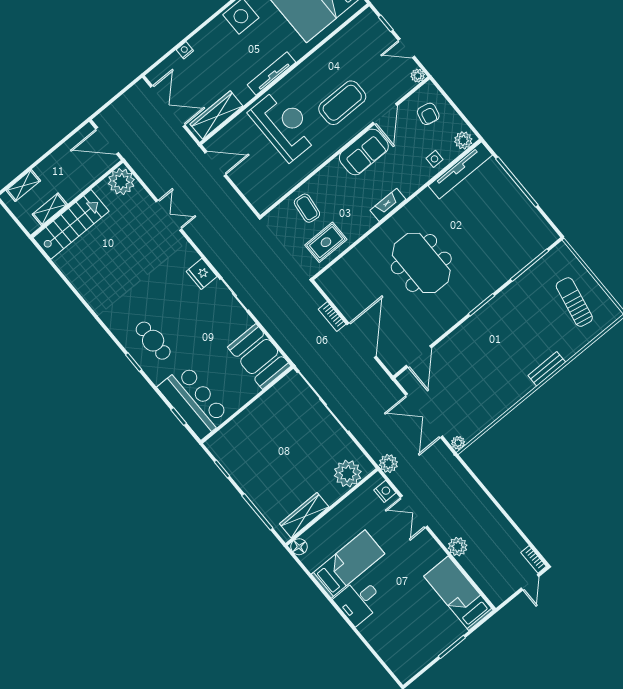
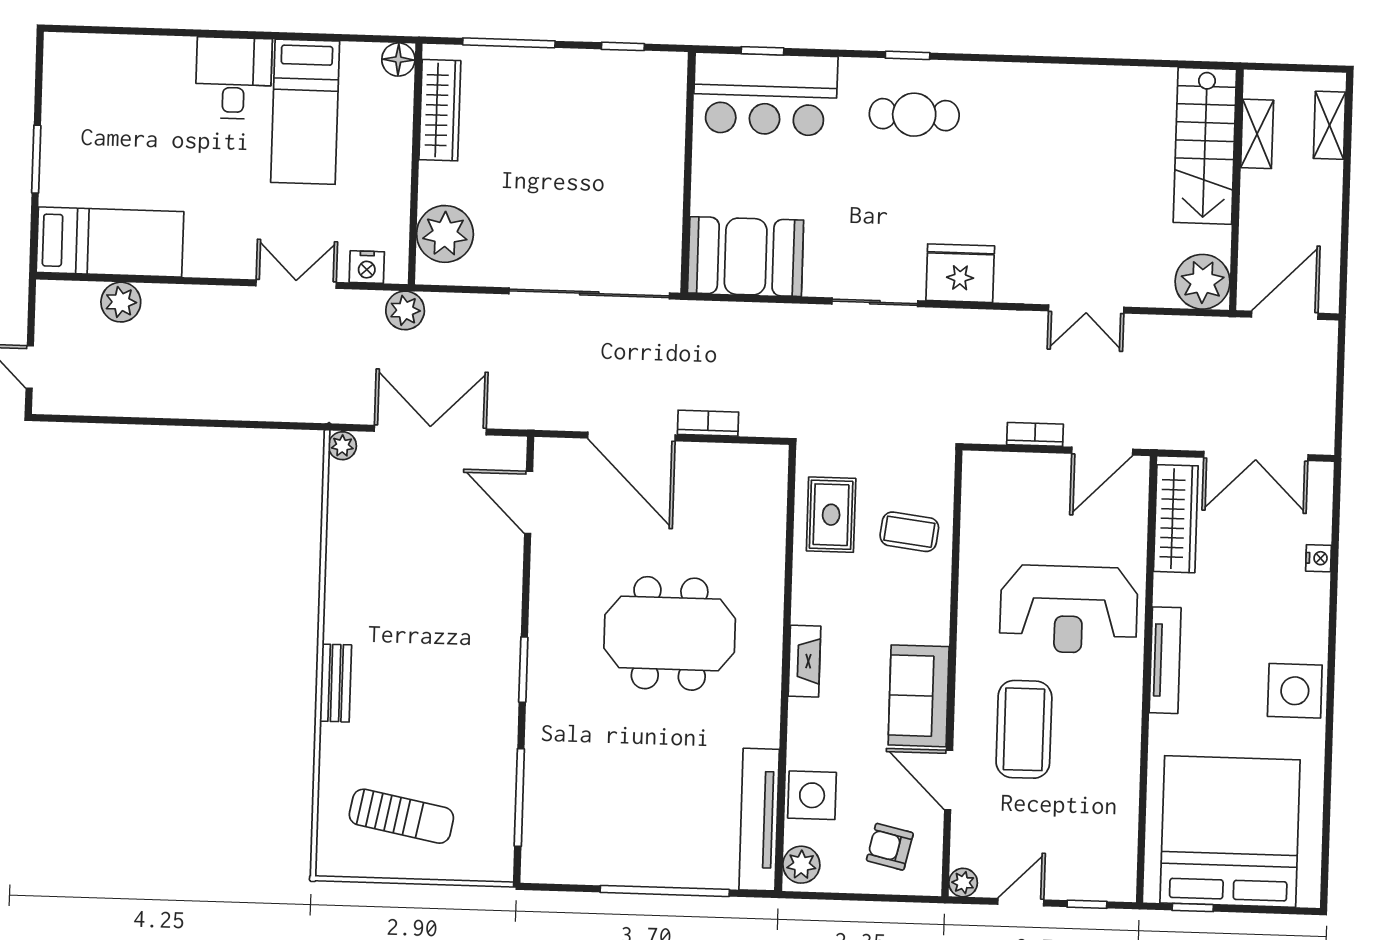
side table: (434, 159) -> (812, 795), width x1.87, depth x1.87
fridge: (202, 274) -> (960, 273), width x1.36, depth x1.34
plant: (458, 547) -> (121, 302), moved
bookcase: (534, 559) -> (1035, 434), moved

